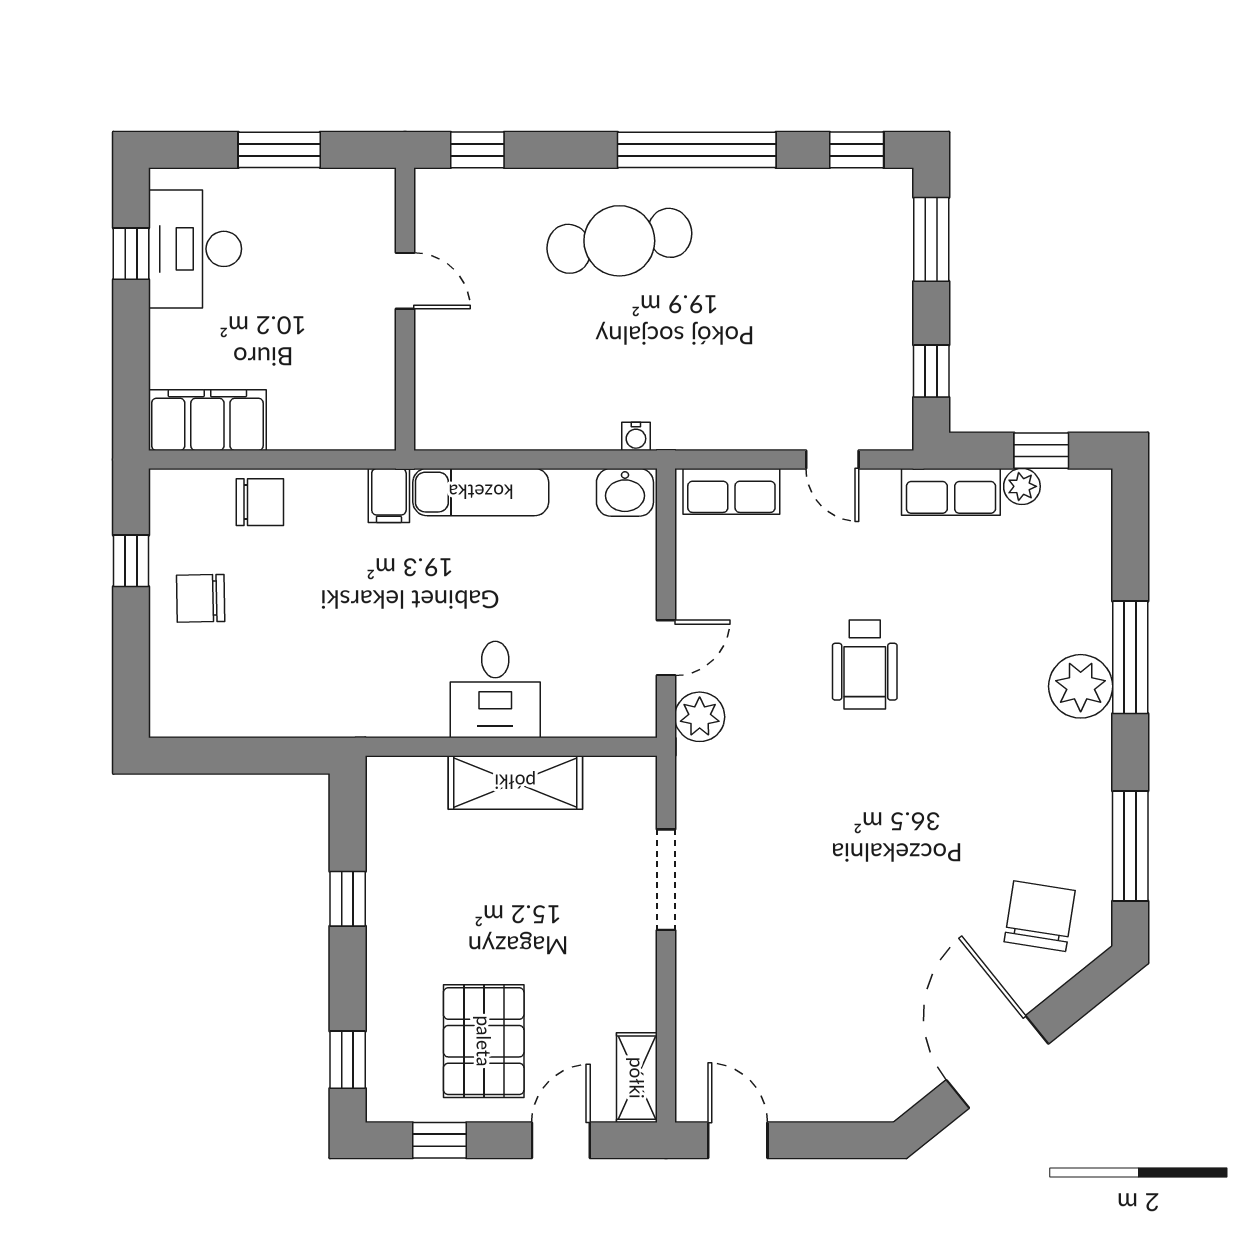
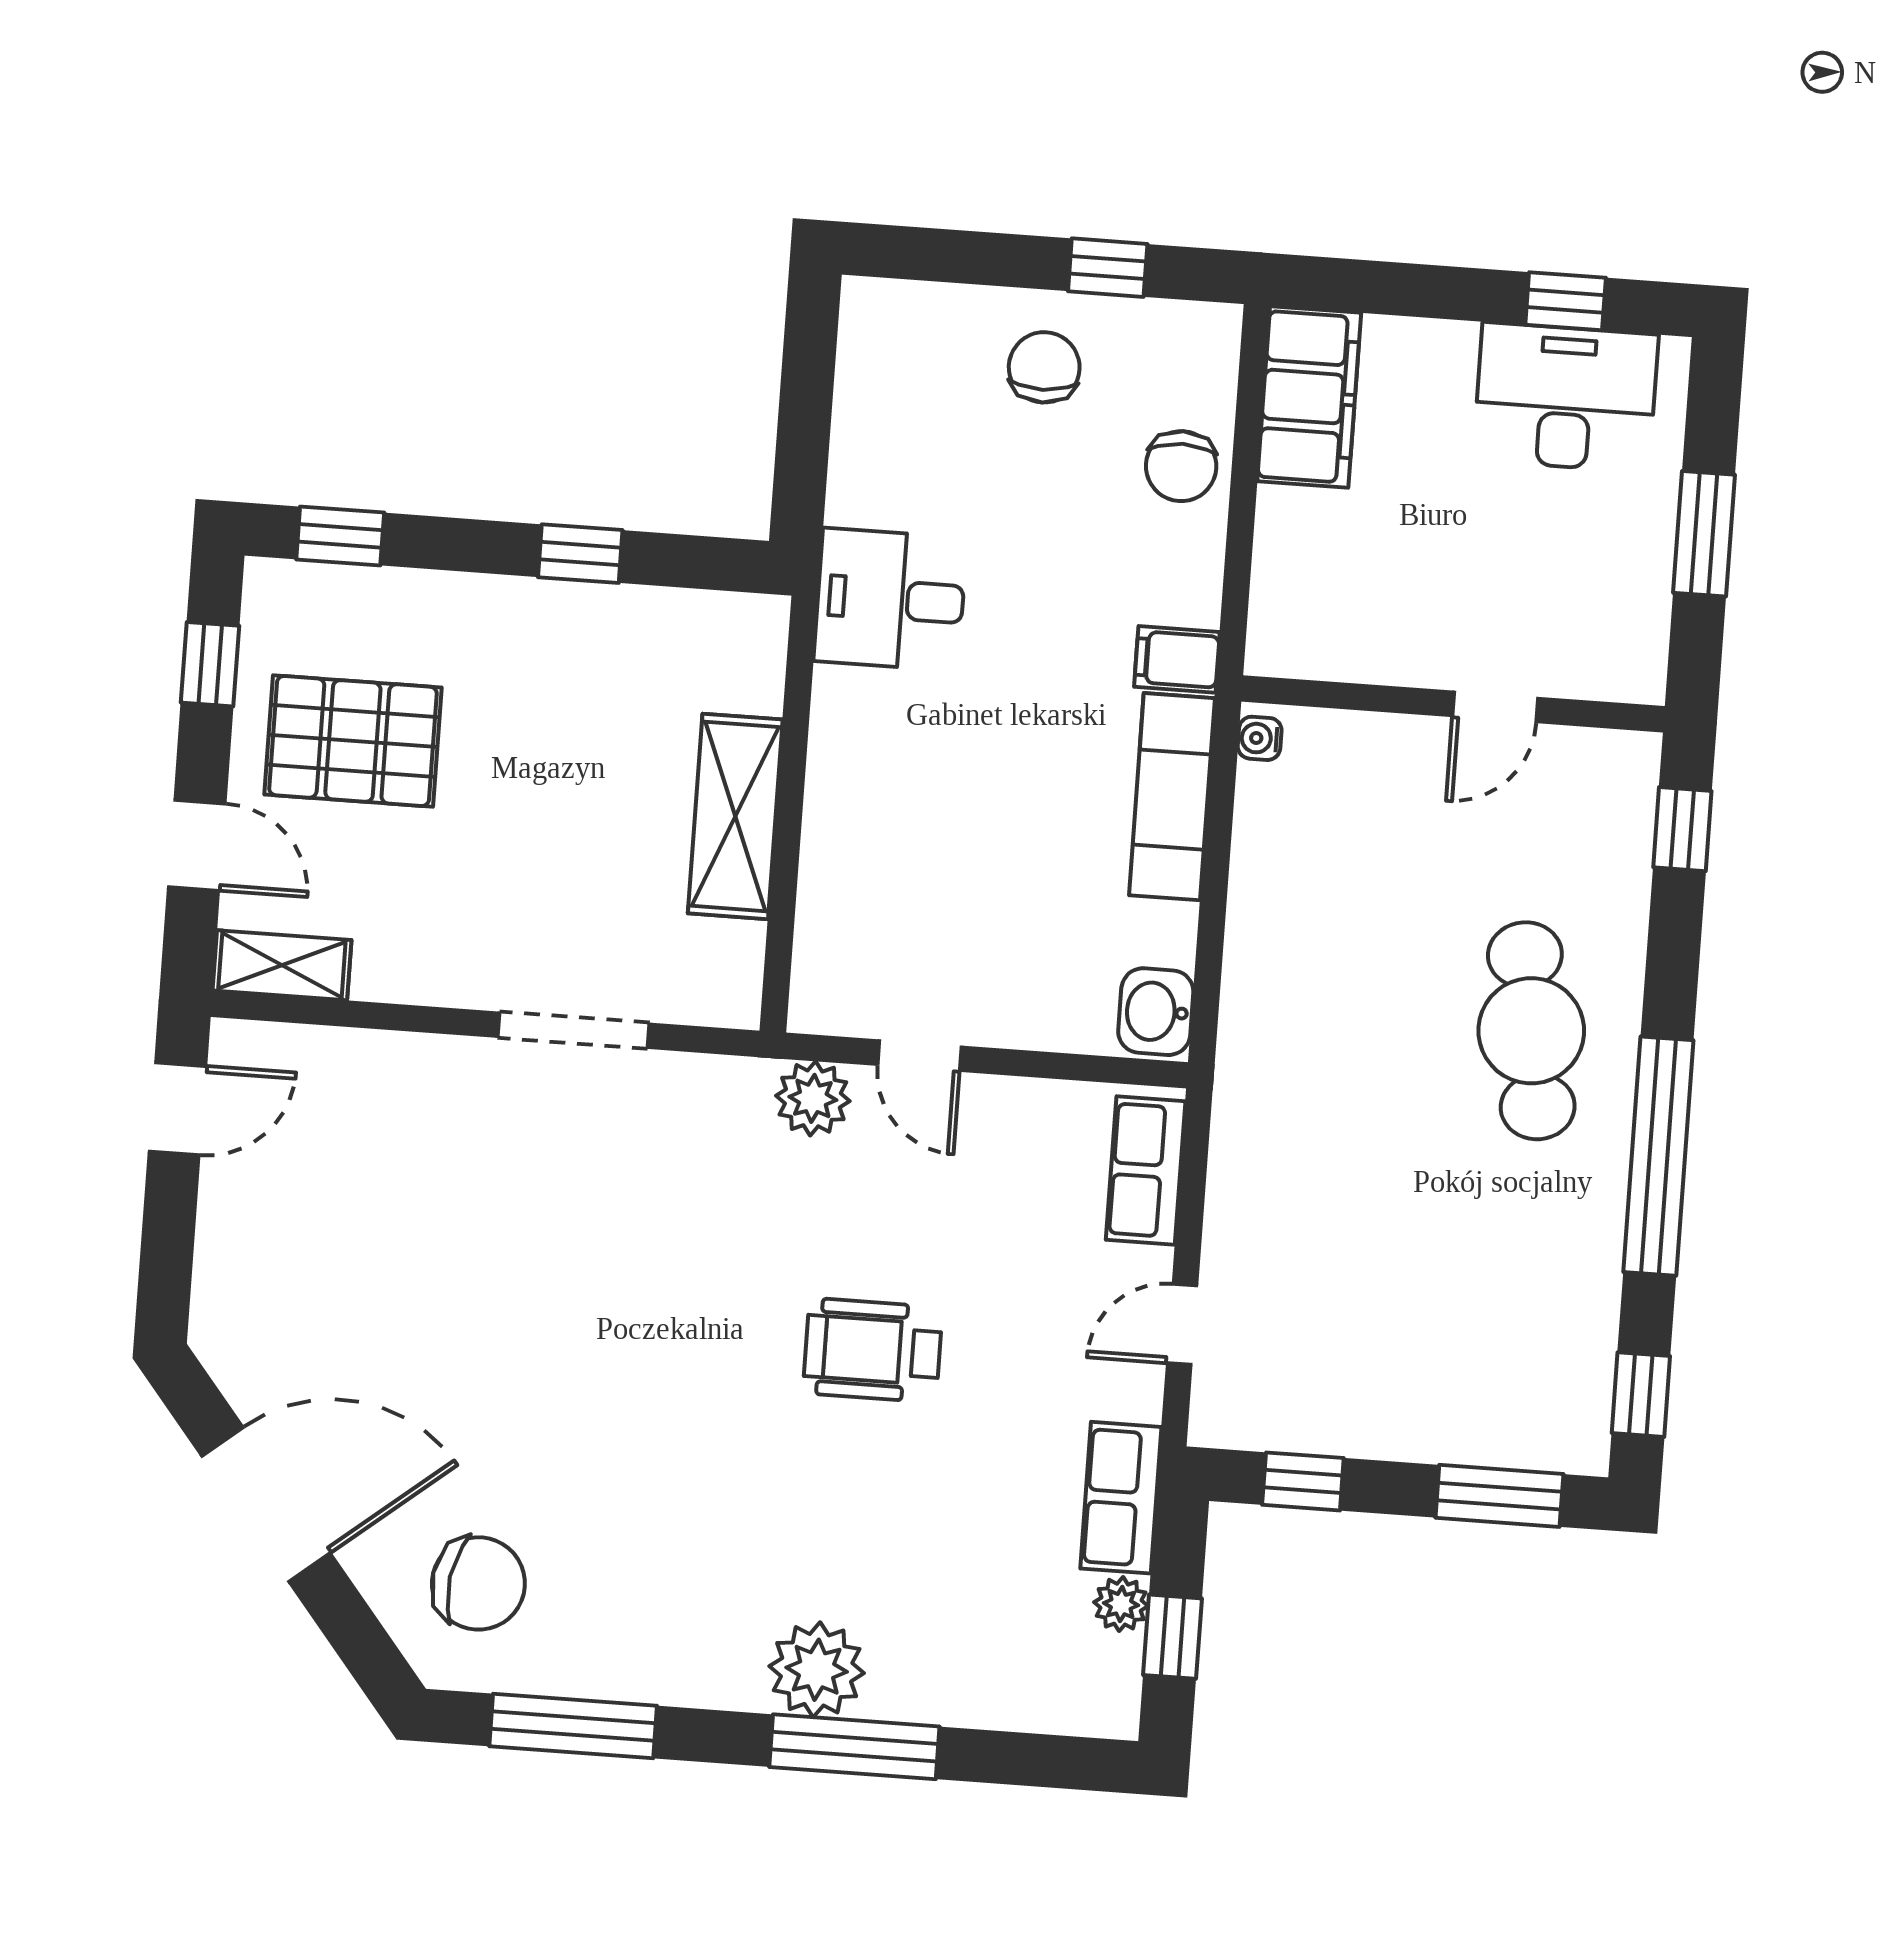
water cooler: (636, 436) -> (1260, 738), moved
desk: (495, 690) -> (890, 600), moved

